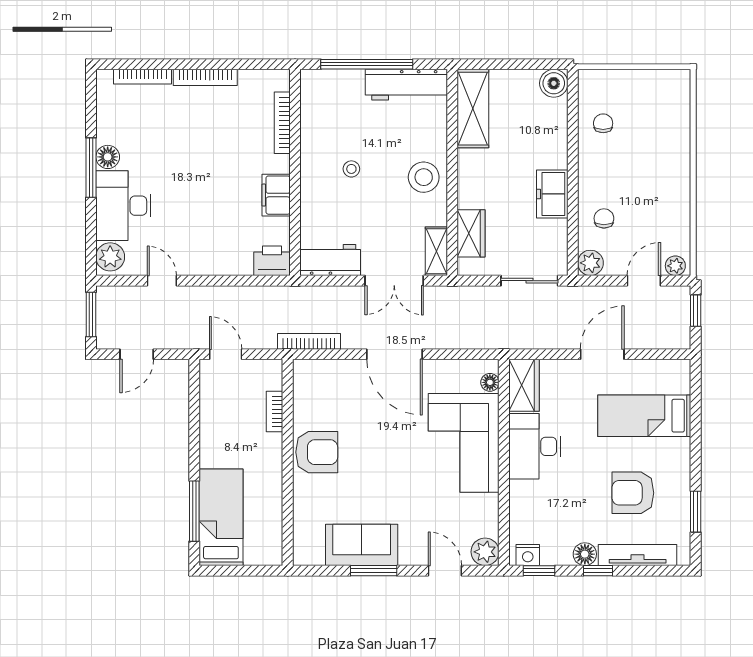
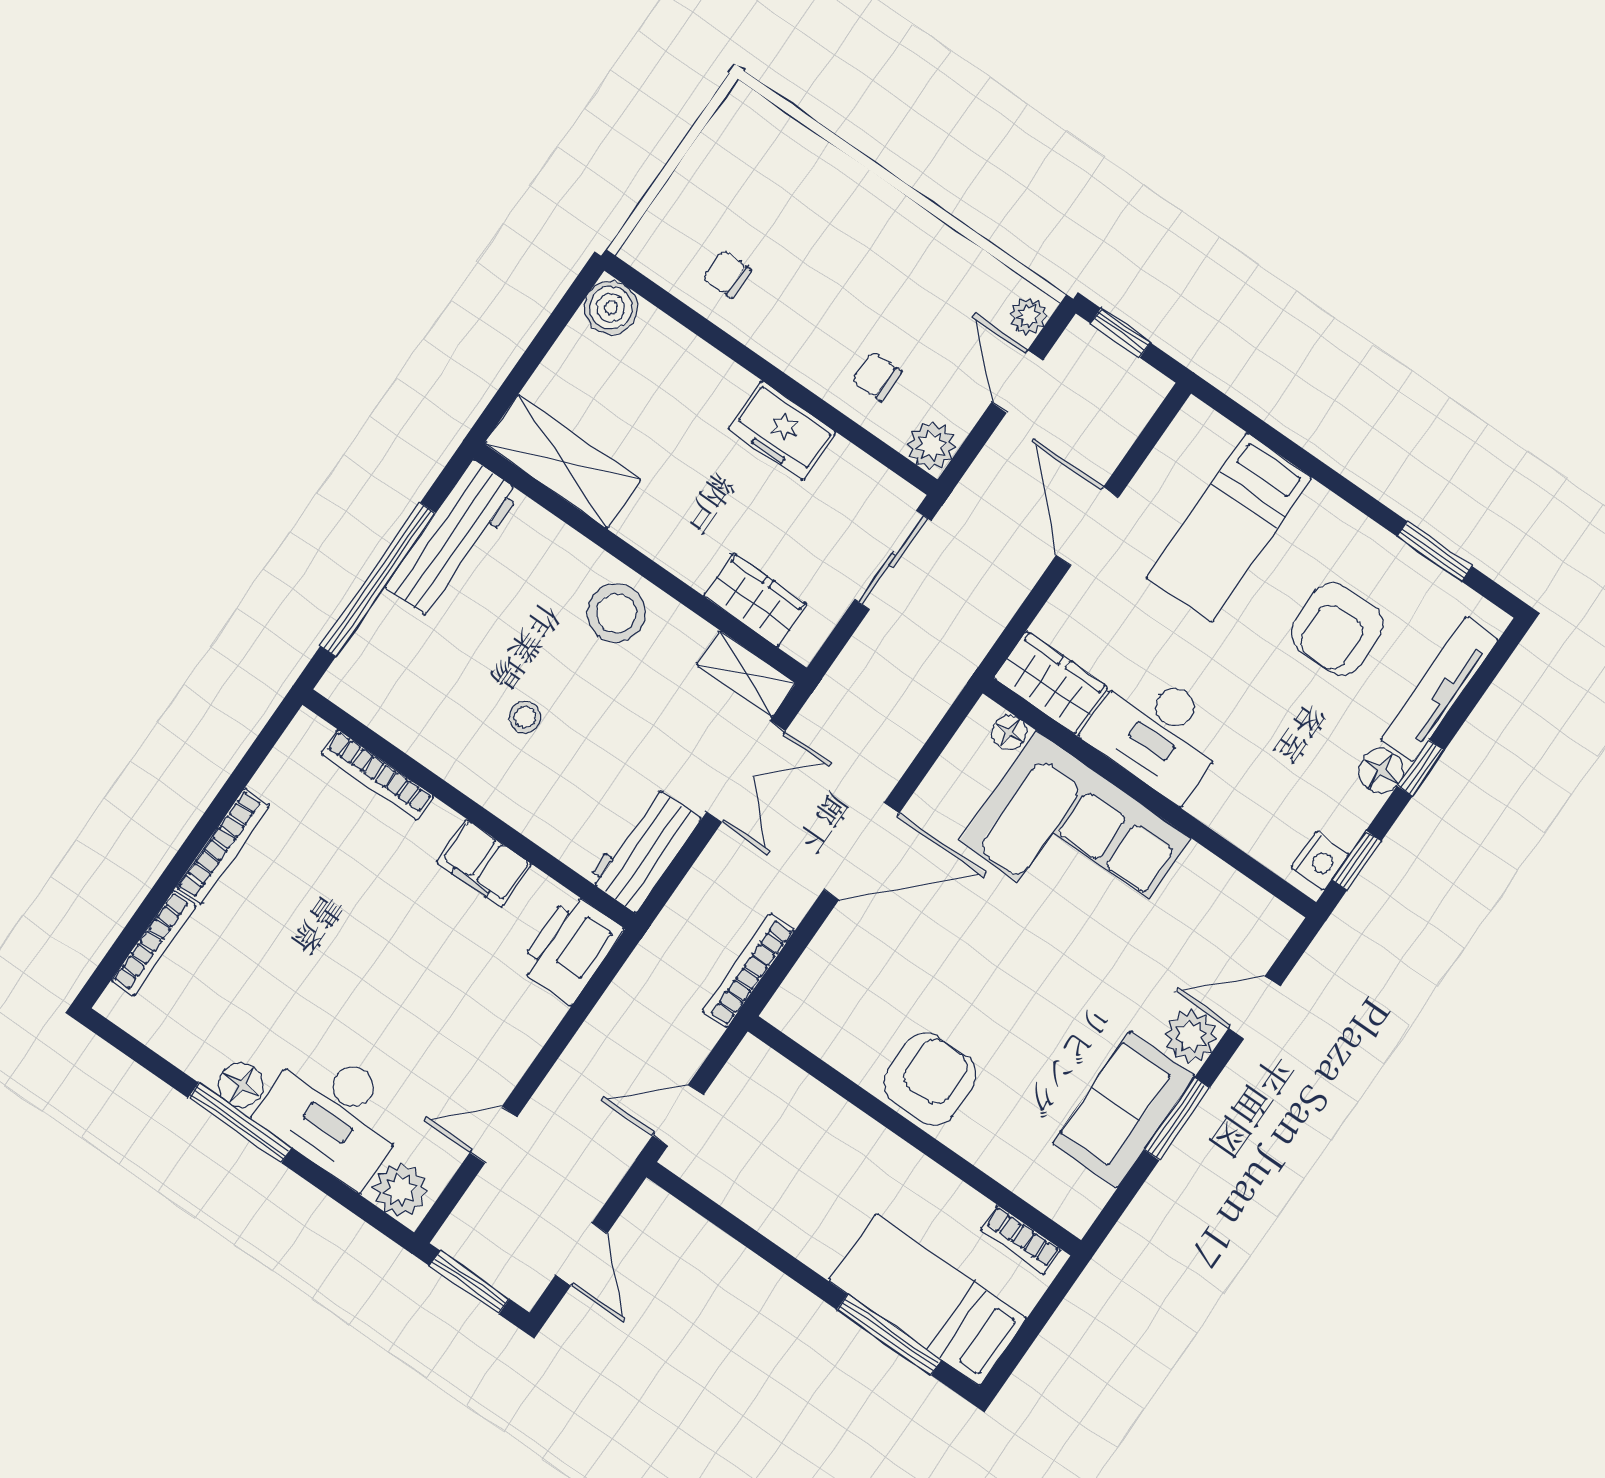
printer: (272, 261) -> (570, 948), width x1.37, depth x1.19
bookcase: (275, 411) -> (1021, 1240), moved
plant: (485, 552) -> (1191, 1036), moved

